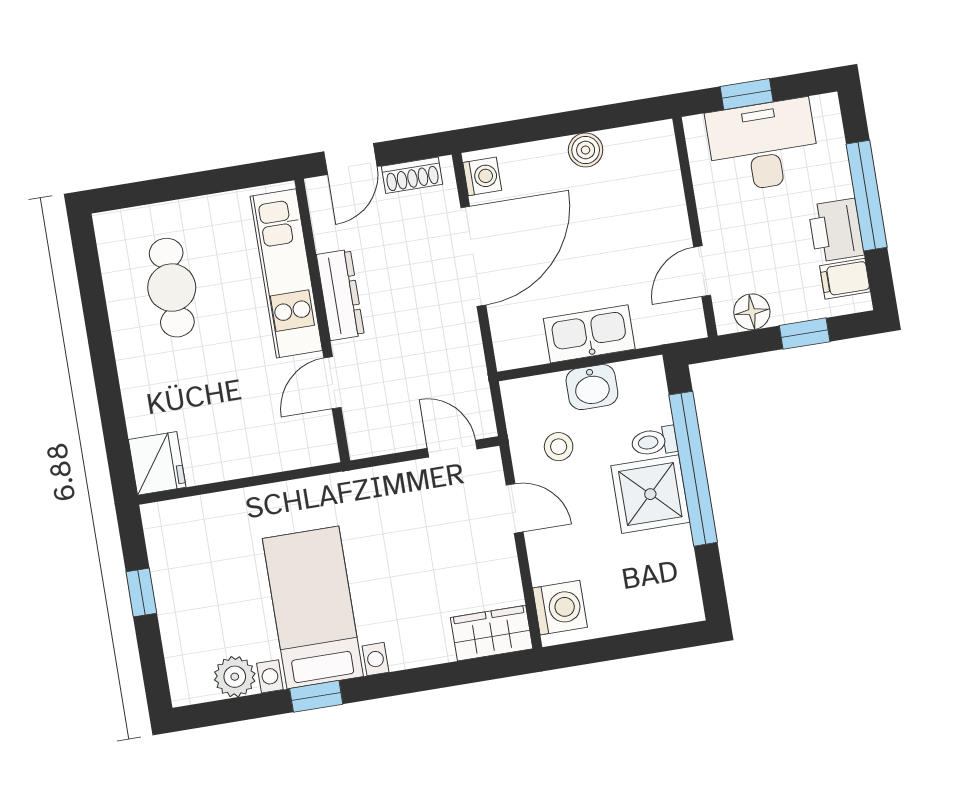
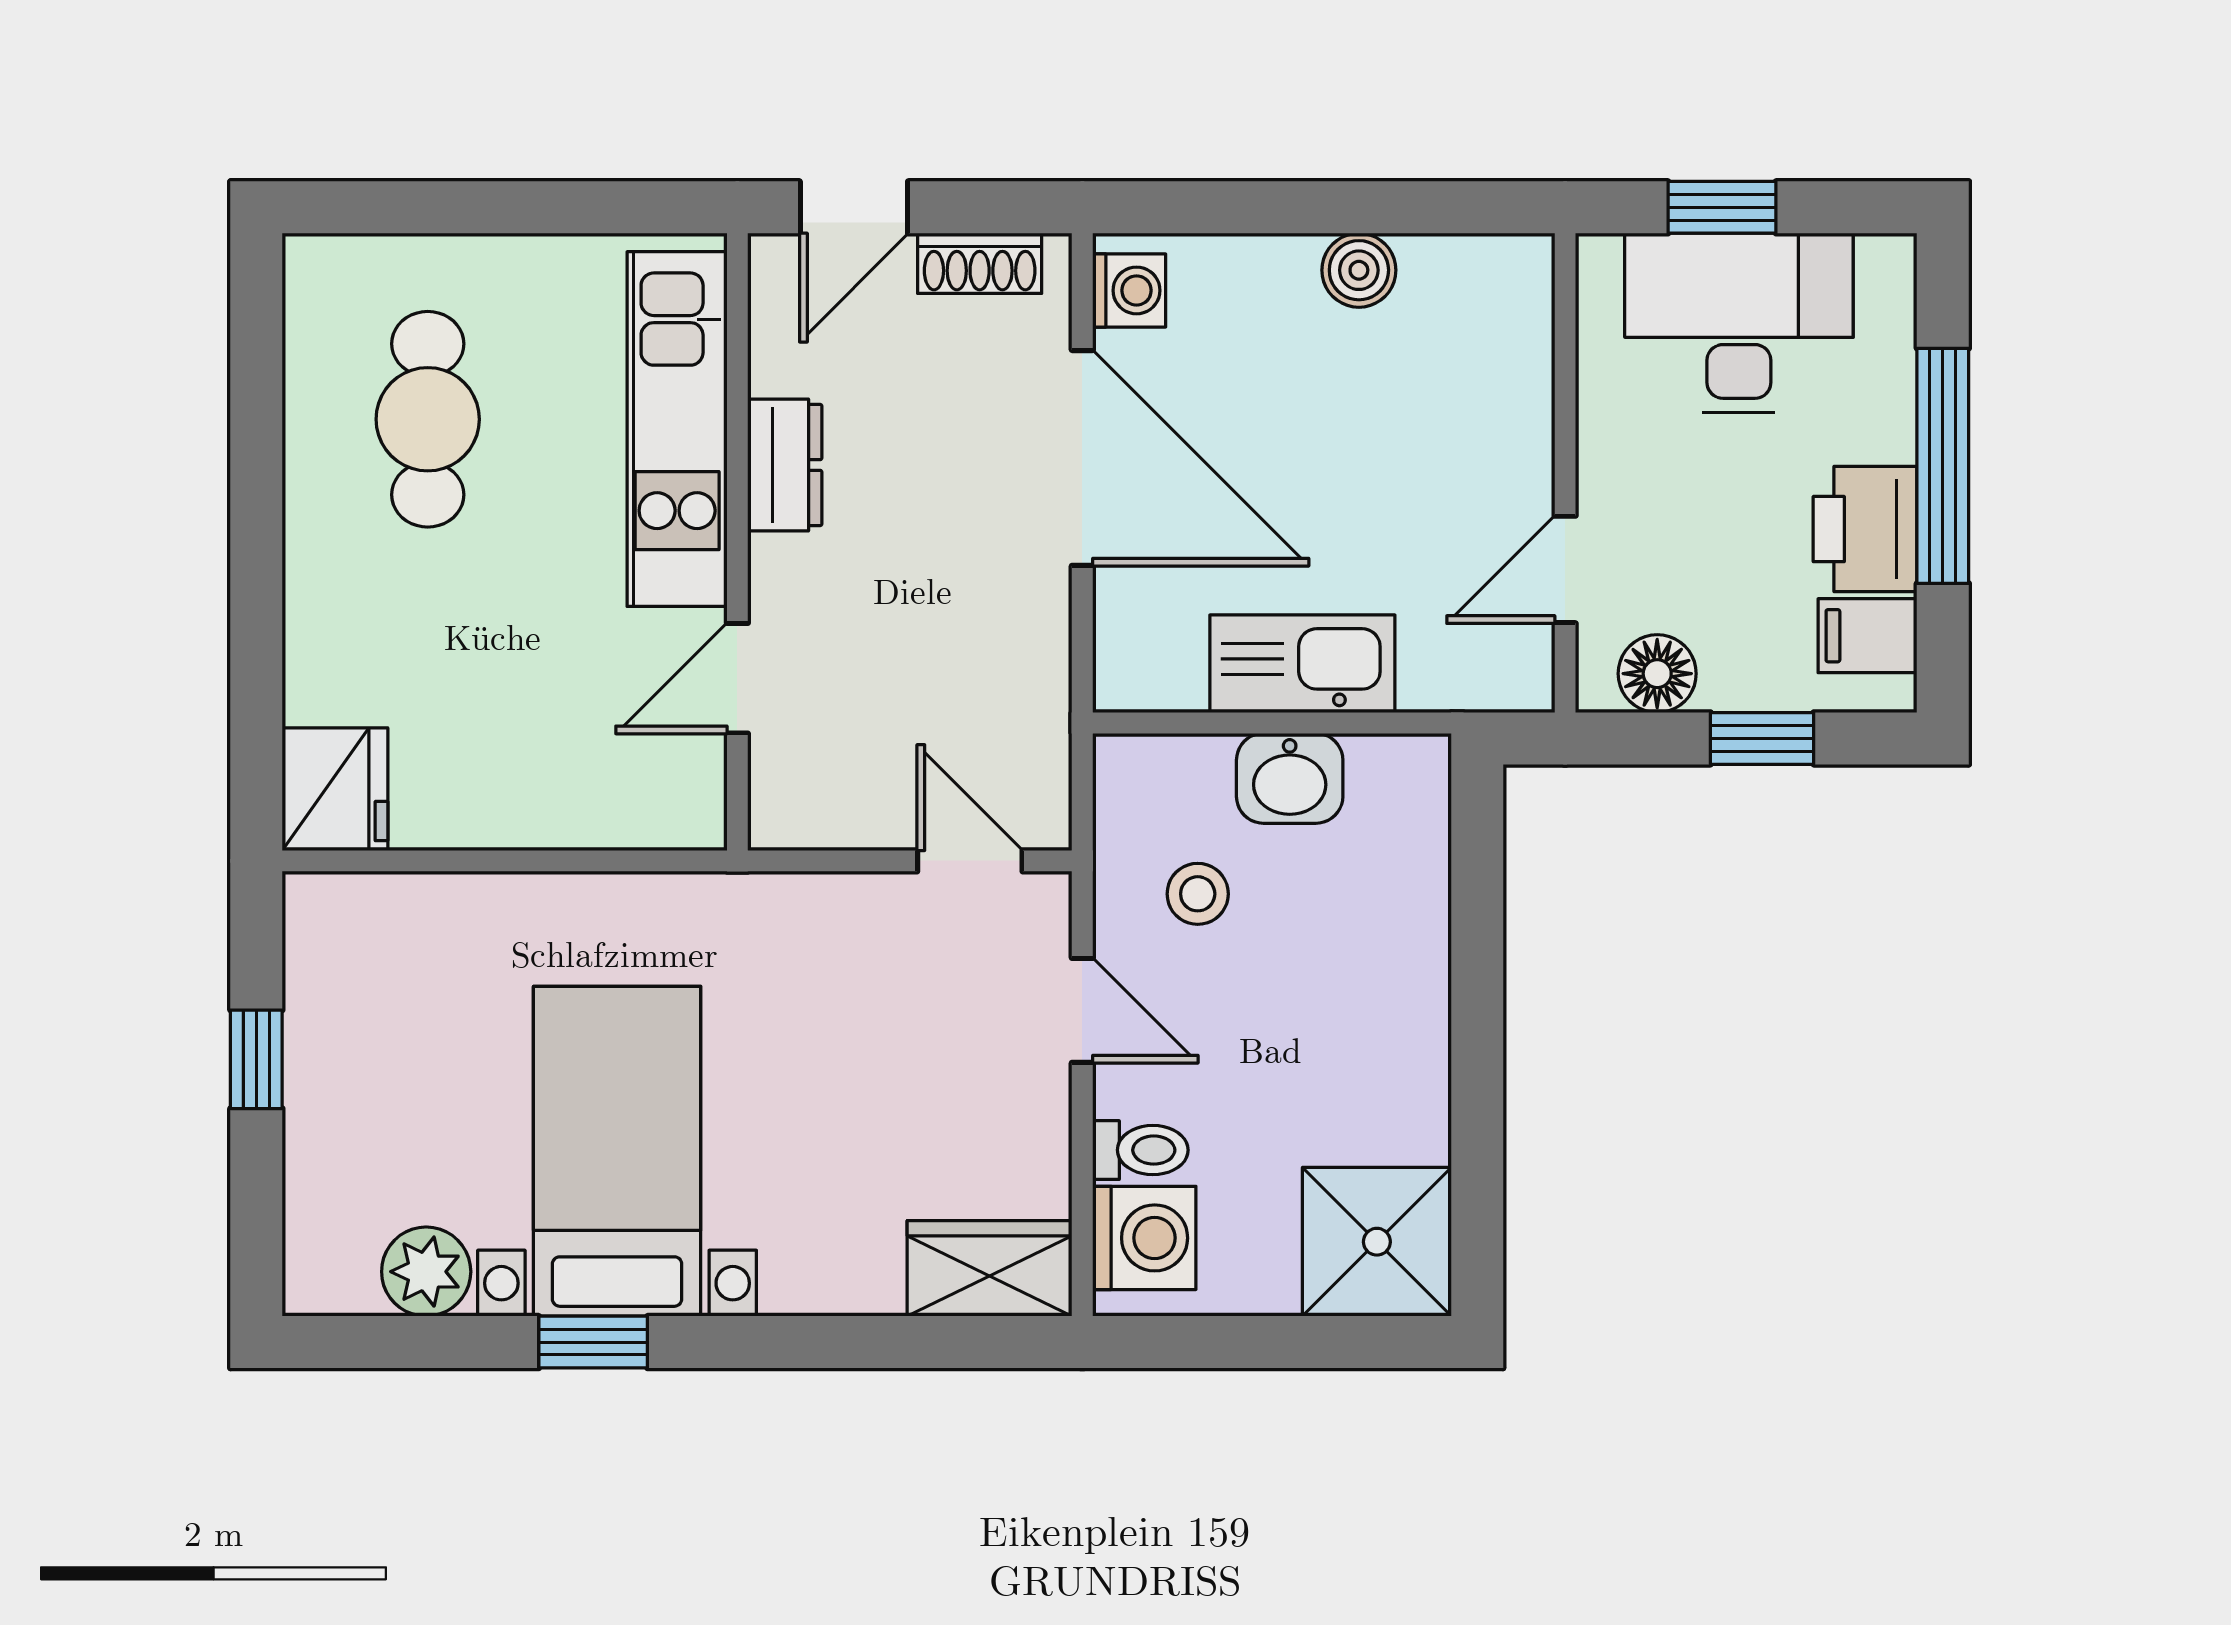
door: (473, 256) -> (1082, 458), hinge flipped
dresser: (340, 295) -> (785, 465), width x0.70
toilet: (654, 442) -> (1140, 1150), moved, turned 180
window: (693, 469) -> (1477, 988), removed
shower: (650, 494) -> (1377, 1242), moved

